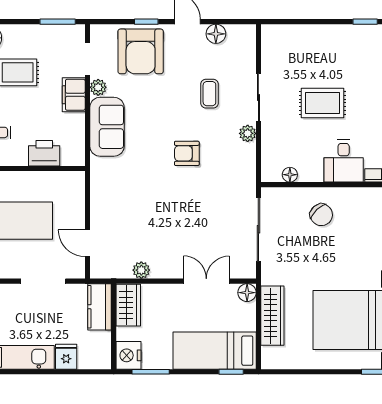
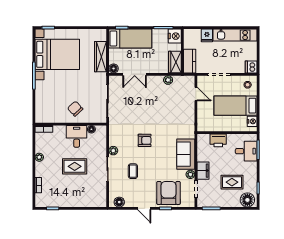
floor lamp: (216, 34) -> (119, 202), moved
desk: (344, 161) -> (77, 136), moved

